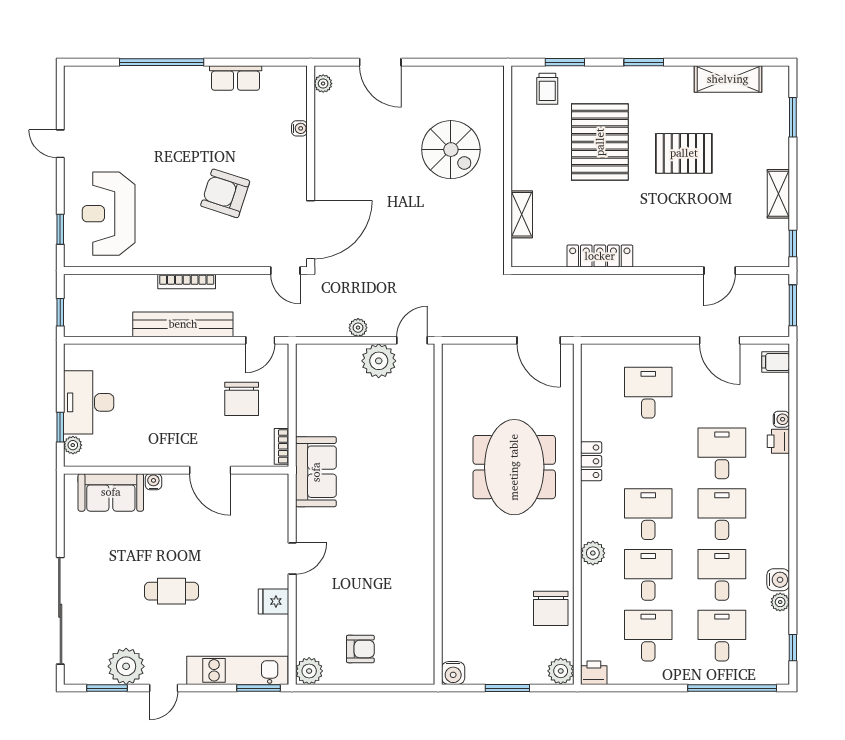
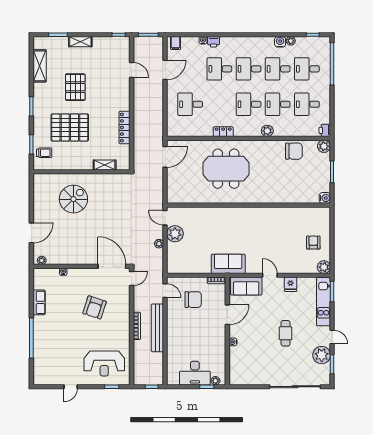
shelving: (778, 194) -> (80, 42), moved
sofa: (111, 492) -> (246, 286), moved, turned 90

